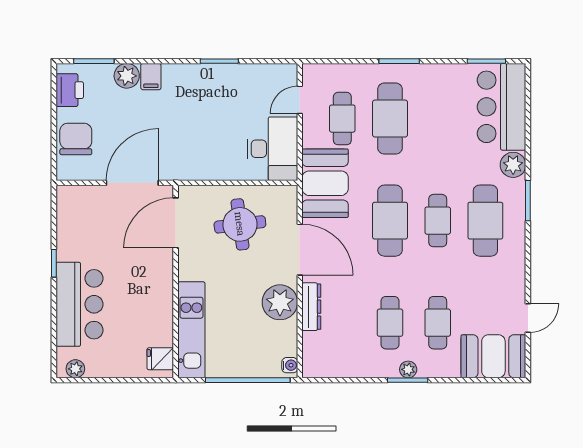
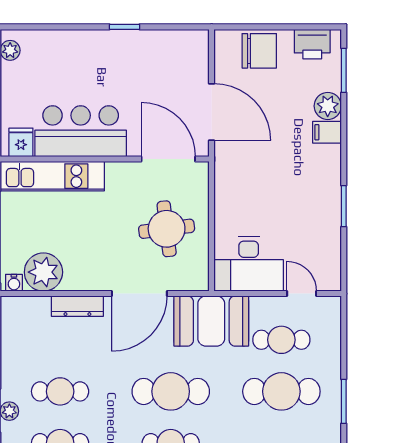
plant: (280, 302) -> (43, 272), moved
bar counter: (79, 304) -> (81, 131), moved, turned 180

